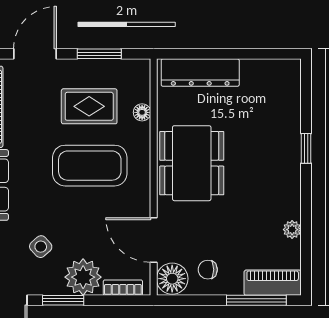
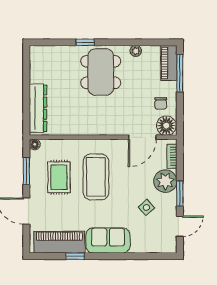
floor lamp: (142, 112) -> (35, 144), moved
dining table: (192, 163) -> (101, 72), moved, turned 90

